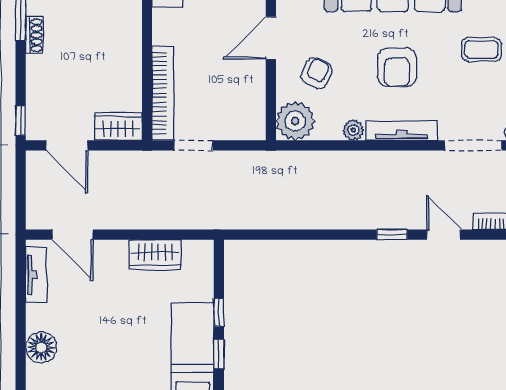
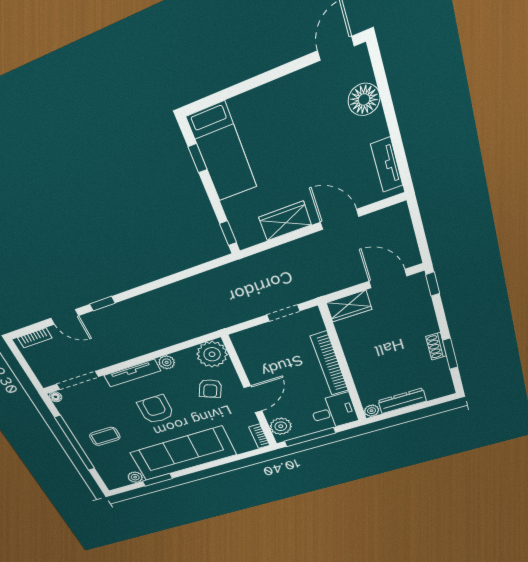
bookcase: (163, 93) -> (329, 364), moved
door: (73, 235) -> (340, 219), moved
window: (219, 312) -> (228, 233), moved

